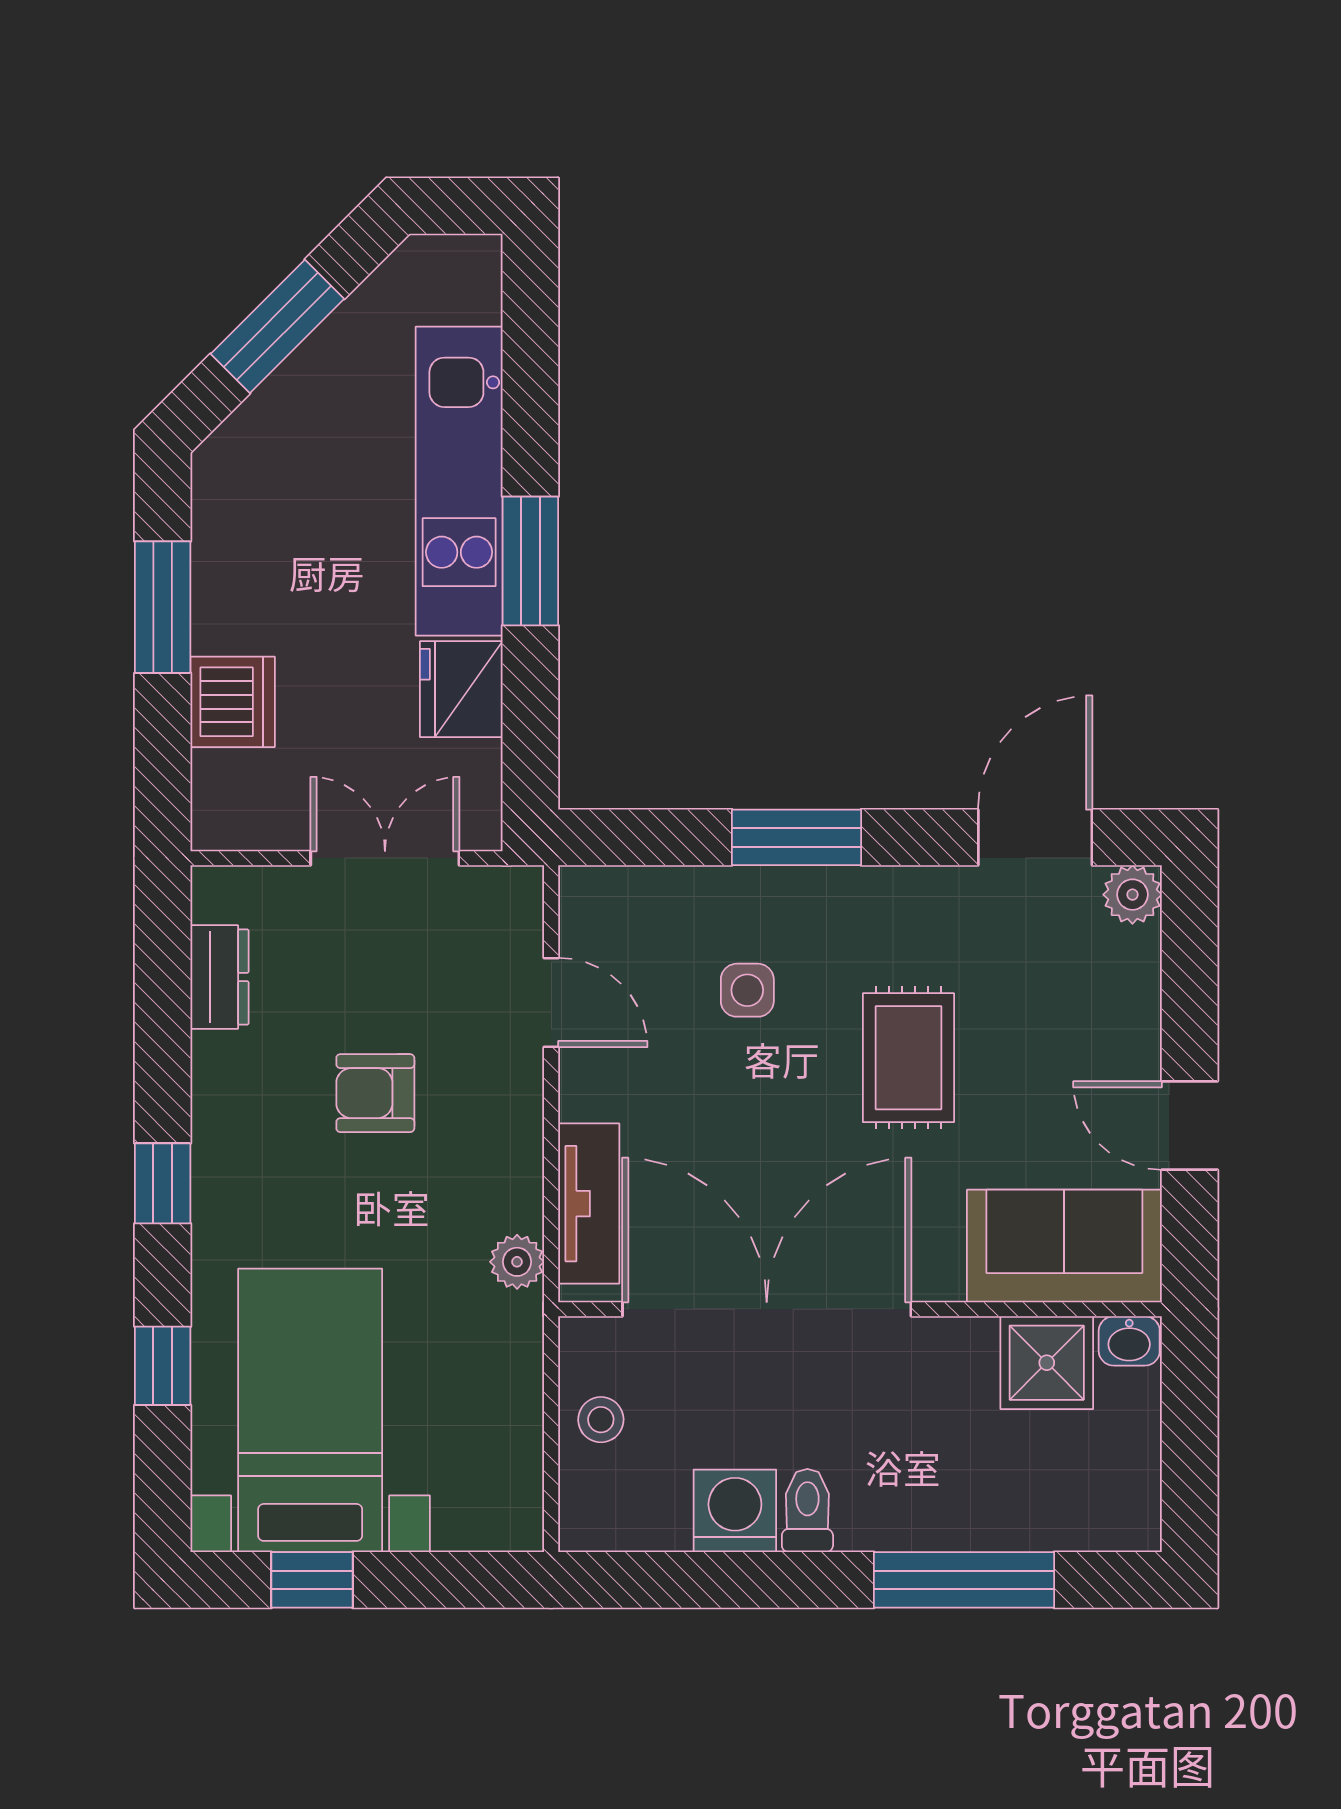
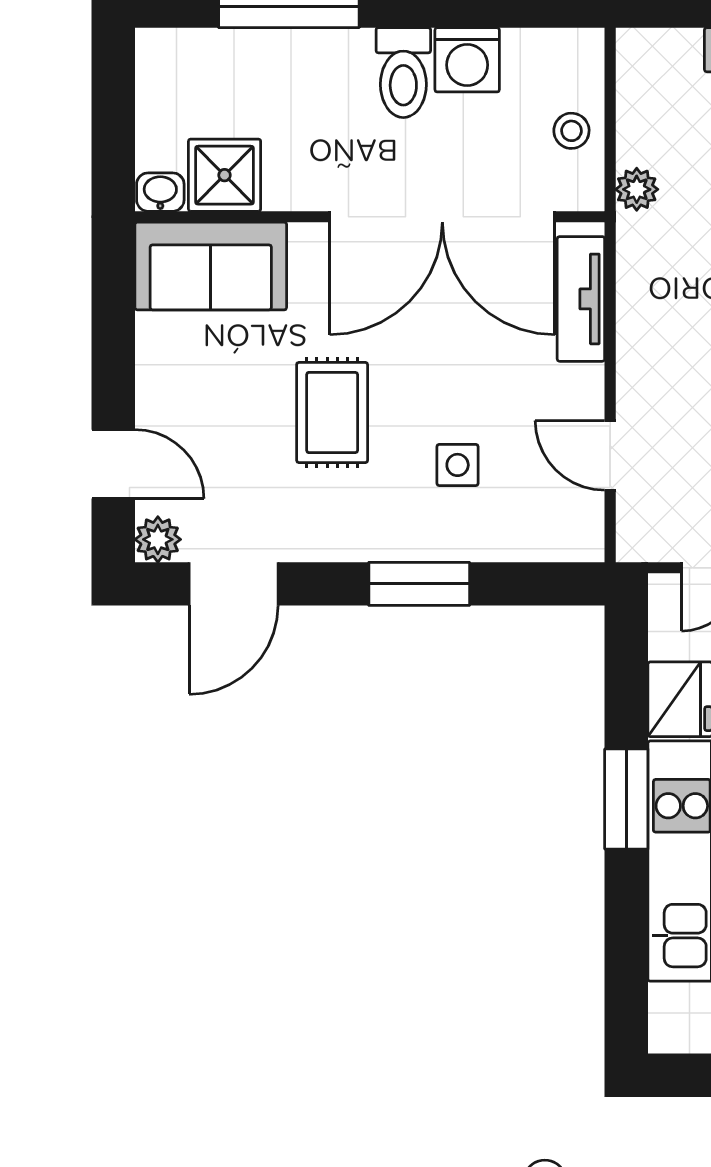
door: (1190, 1125) -> (113, 464), moved
plant: (517, 1262) -> (637, 189), moved
toilet: (807, 1510) -> (403, 73), width x1.37, depth x1.39

